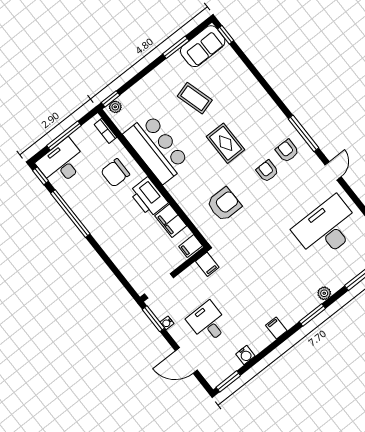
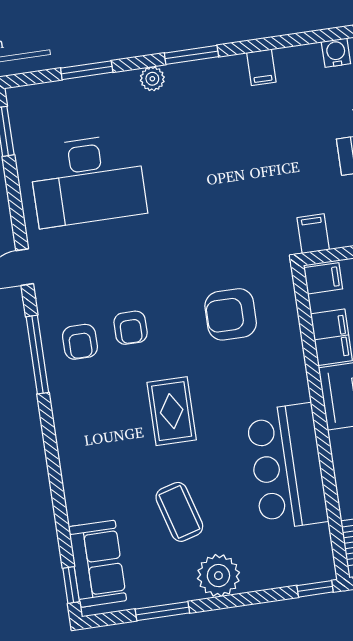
sofa: (203, 46) -> (98, 564), moved, turned 90
plant: (115, 107) -> (218, 576), moved, width x1.87, depth x1.87

